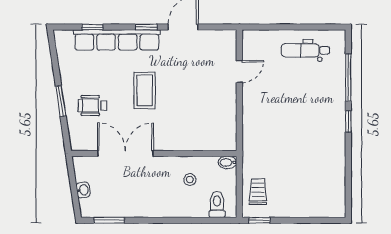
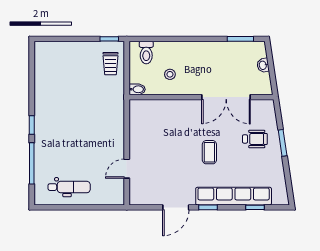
coffee table: (145, 90) -> (209, 152), width x0.73, depth x0.77

